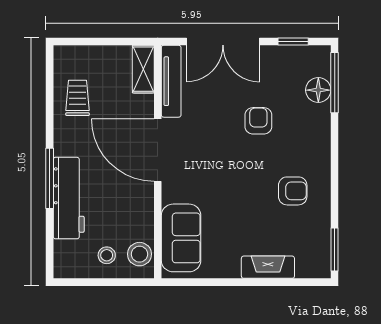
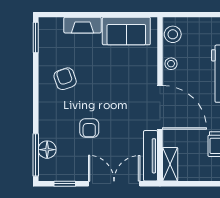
armchair: (293, 191) -> (65, 79), turned 71
sofa: (181, 238) -> (126, 31), moved, turned -90
stool: (107, 255) -> (171, 64), moved

